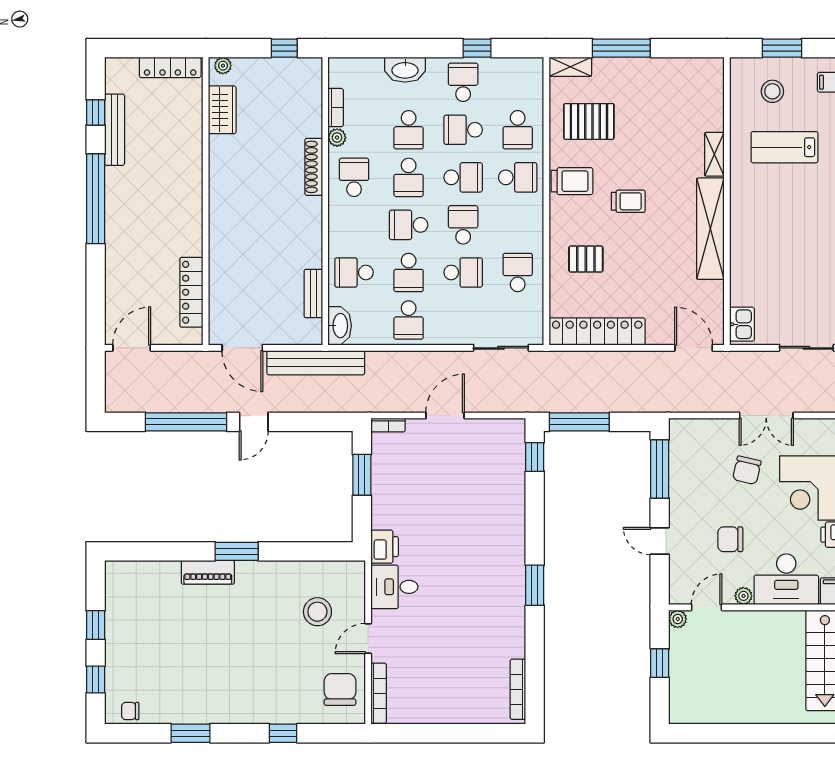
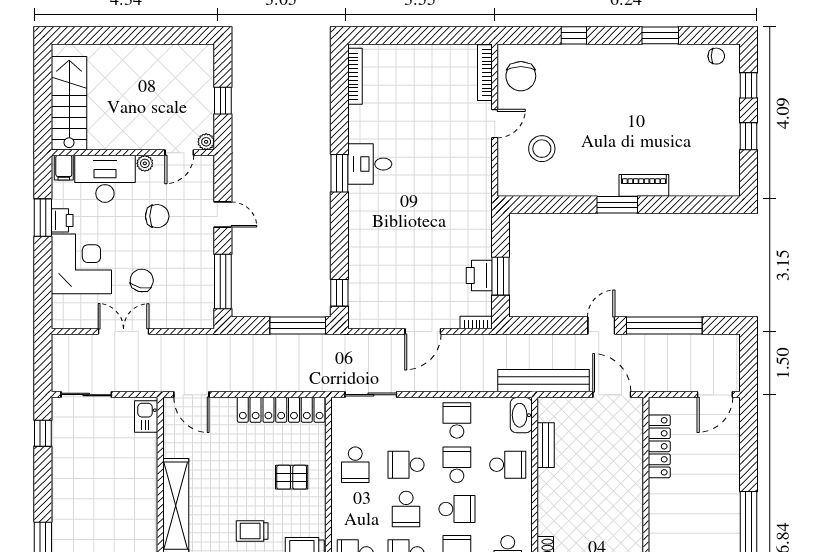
printer: (385, 547) -> (479, 276), moved
desk: (394, 587) -> (370, 164), moved, turned 180

